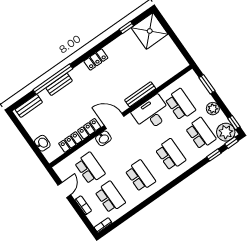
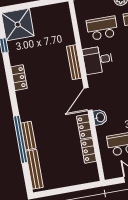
locker: (96, 60) -> (19, 78), moved
bench: (29, 106) -> (34, 169), width x1.36
desk: (151, 113) -> (98, 60), width x0.73
washbasin: (42, 143) -> (77, 178), removed

